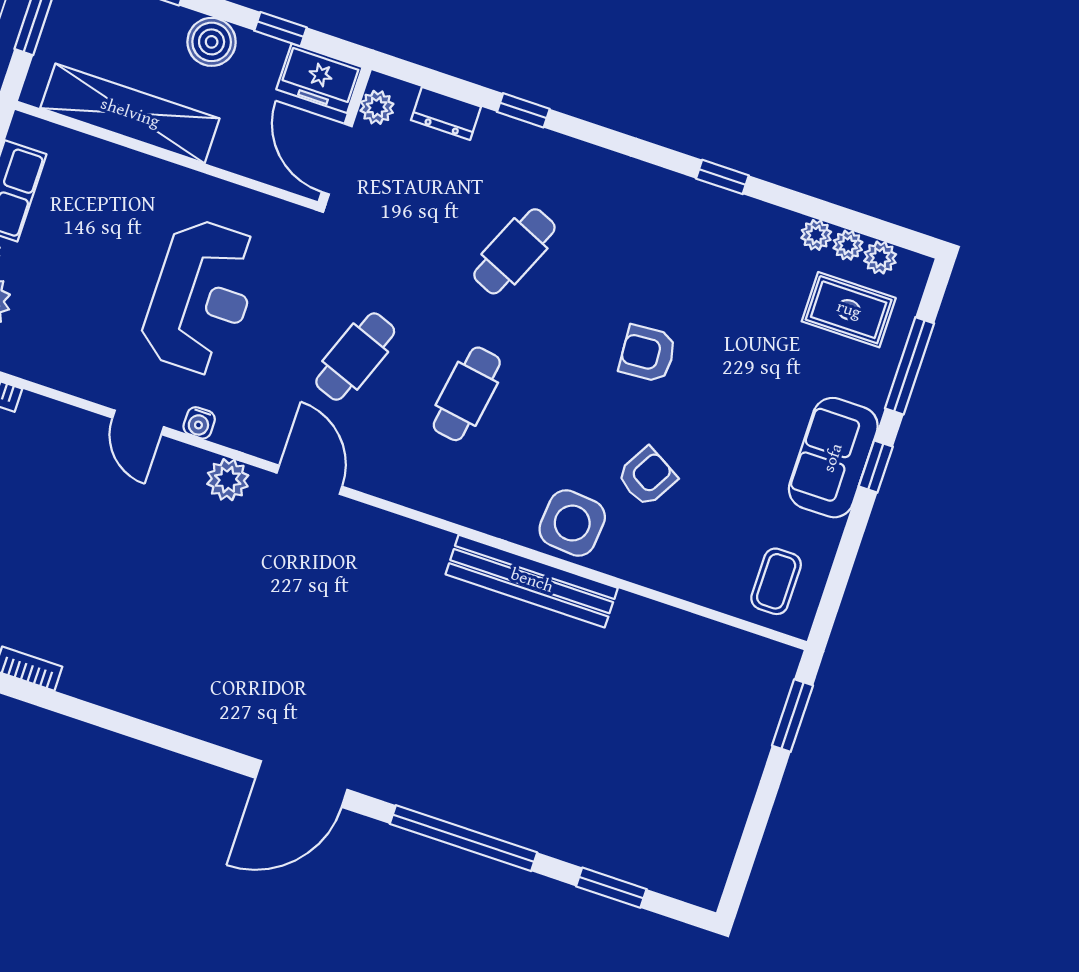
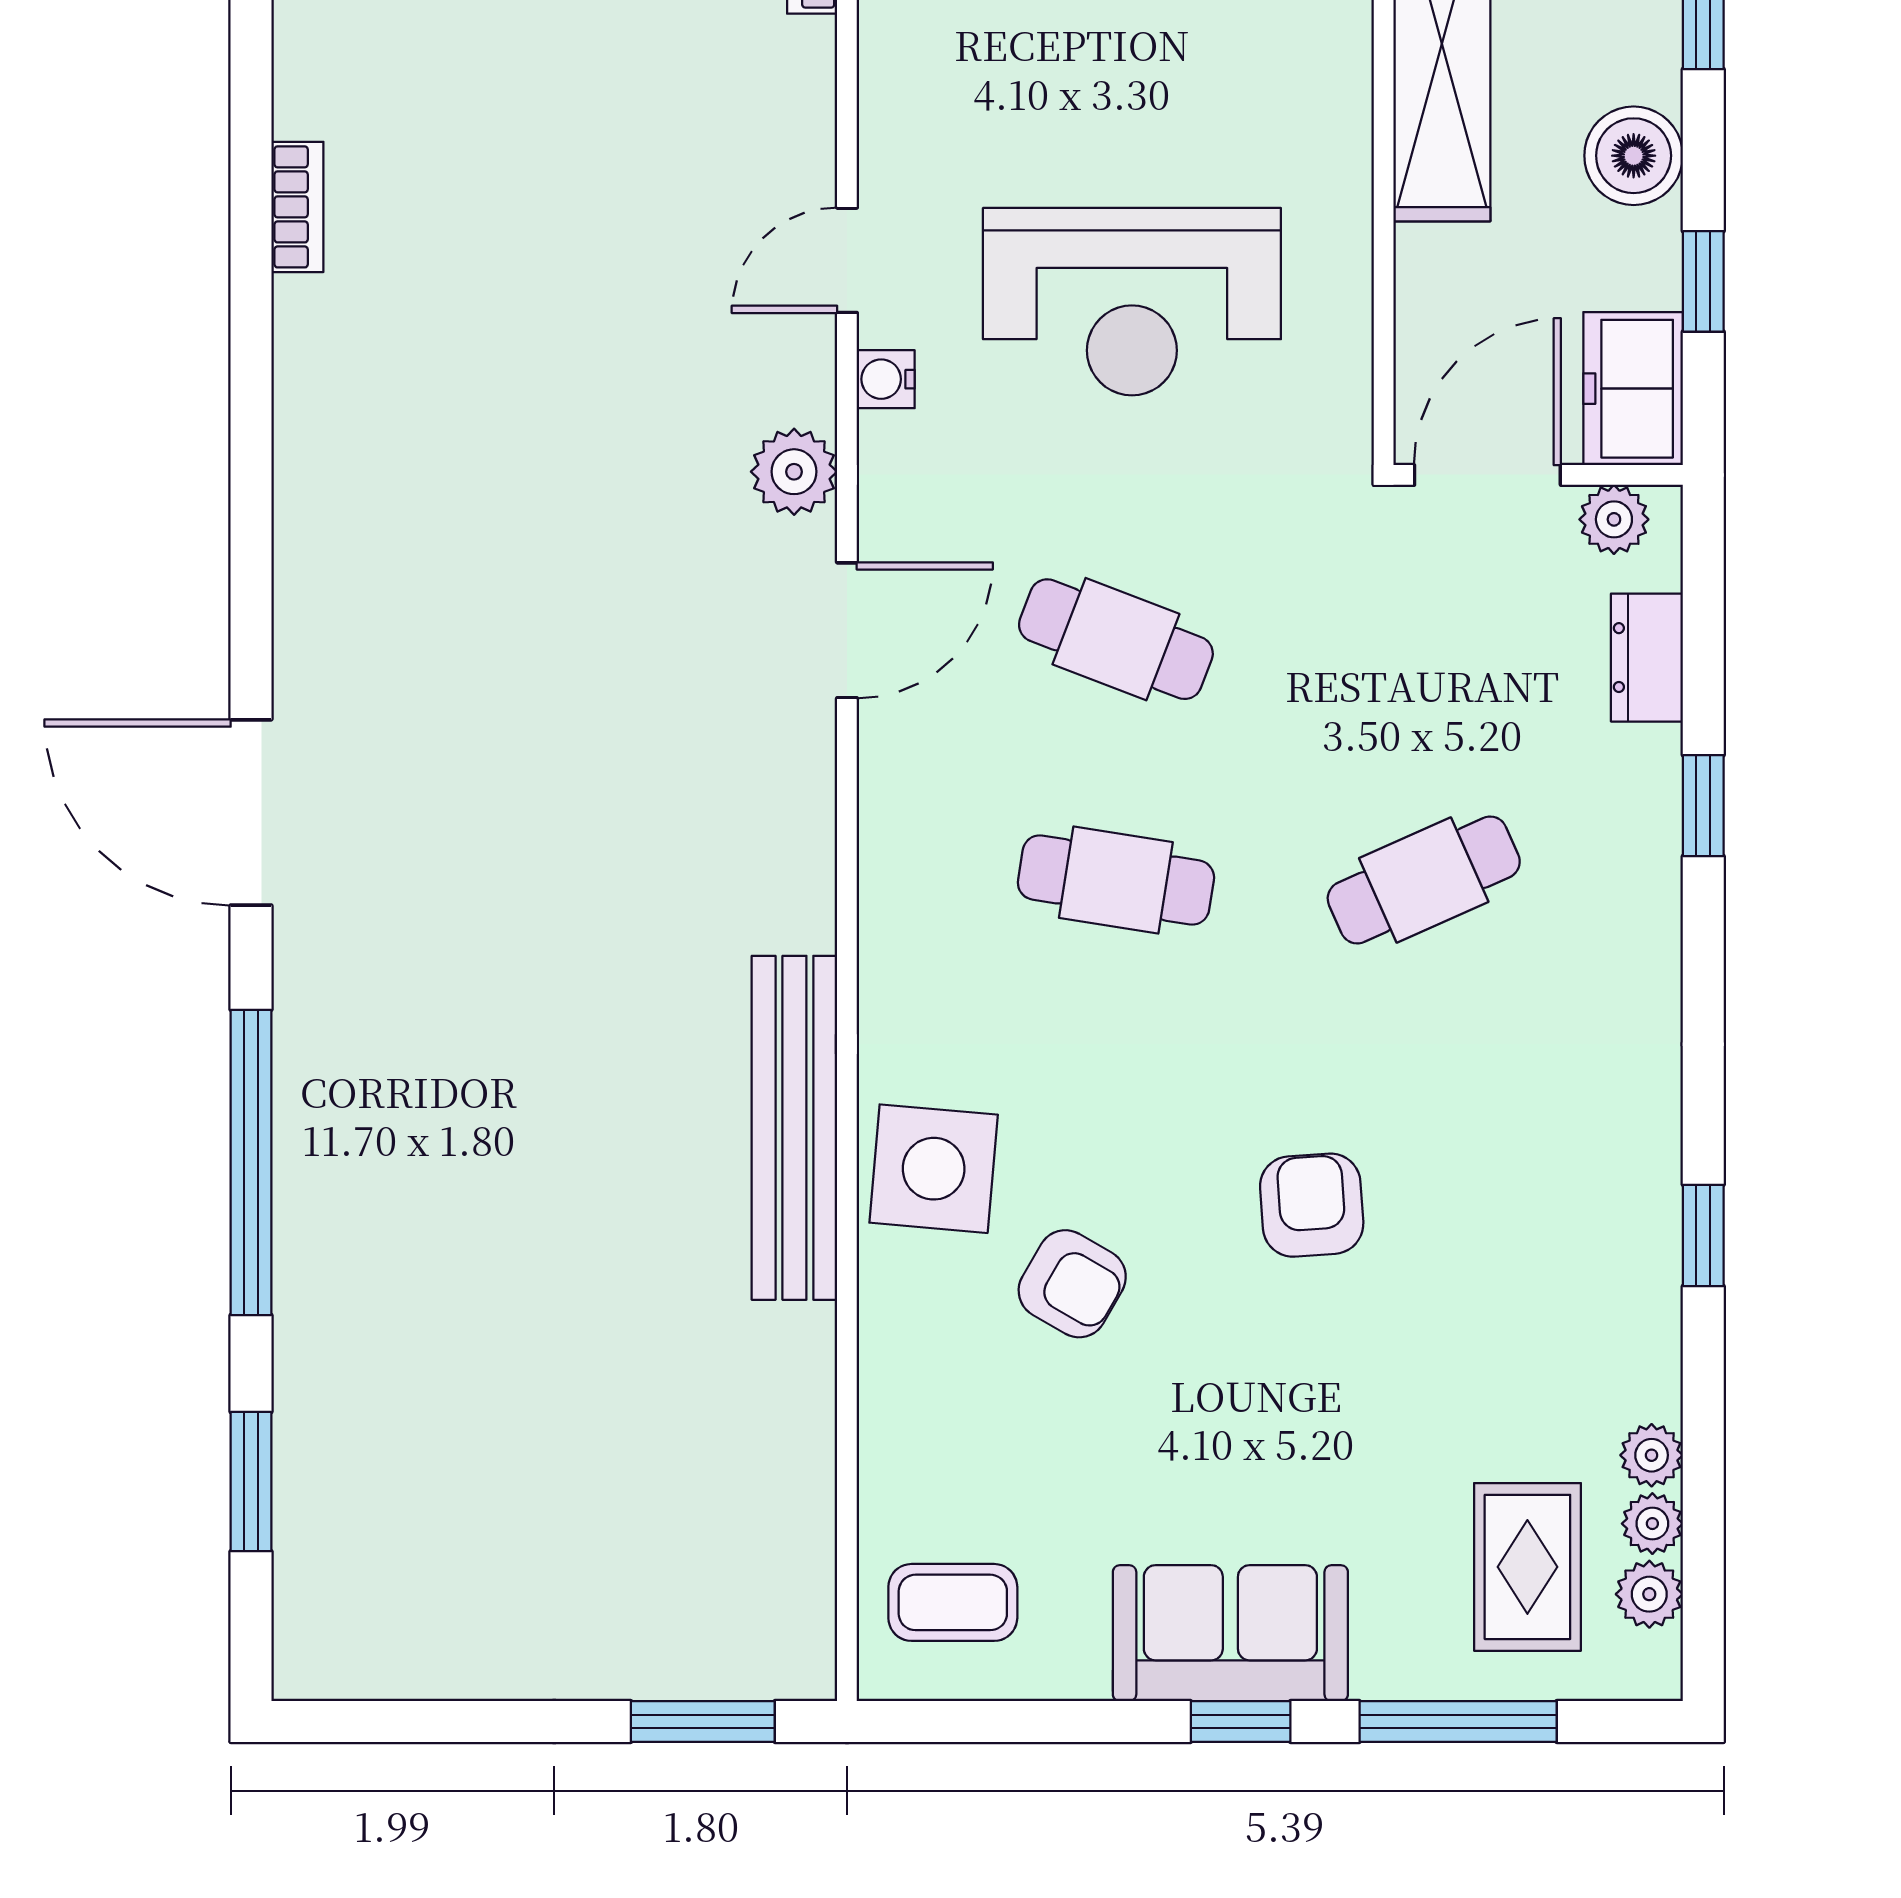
cafe table: (514, 251) -> (1424, 880), turned -48

